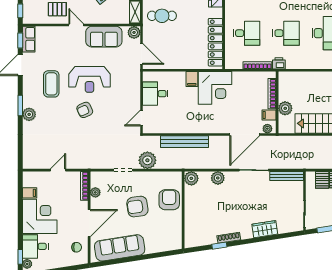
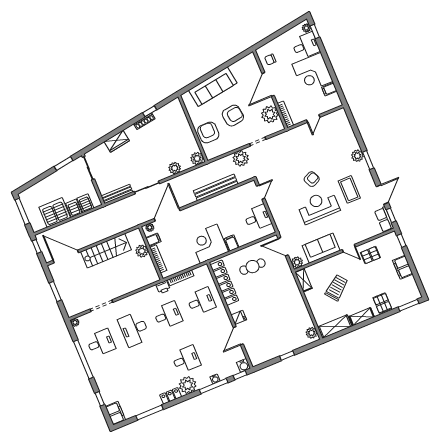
cafe table: (162, 16) -> (252, 267), moved
desk: (247, 33) -> (201, 301), turned 180
desk: (286, 33) -> (168, 315), turned 180
plant: (95, 192) -> (270, 114), width x1.87, depth x1.87
armchair: (169, 200) -> (208, 132), turned 180
sofa: (120, 248) -> (213, 87), moved

